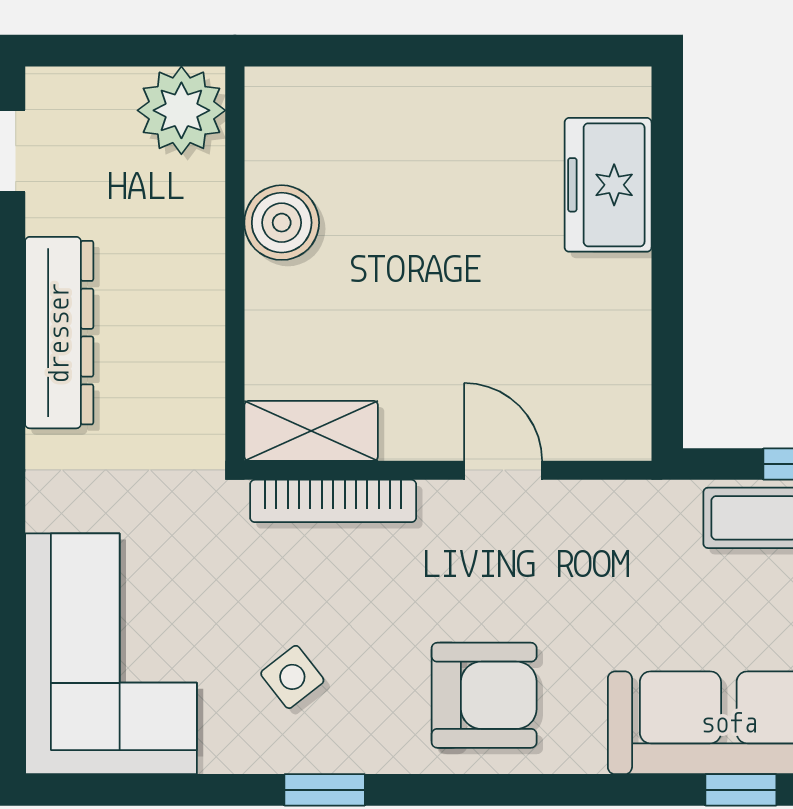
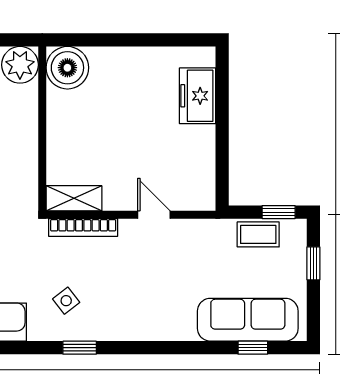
boiler: (282, 223) -> (67, 68), moved, width x1.37, depth x1.37
armchair: (484, 695) -> (146, 308), removed

